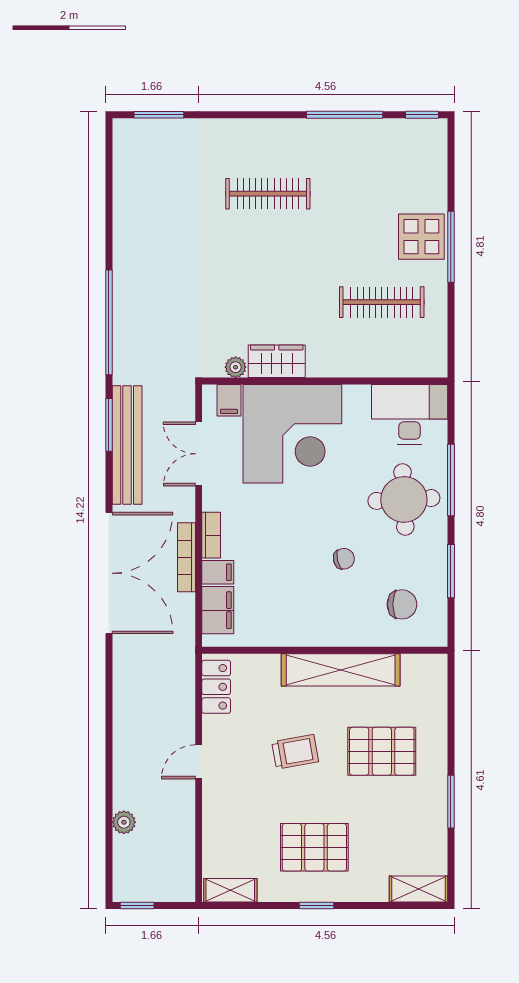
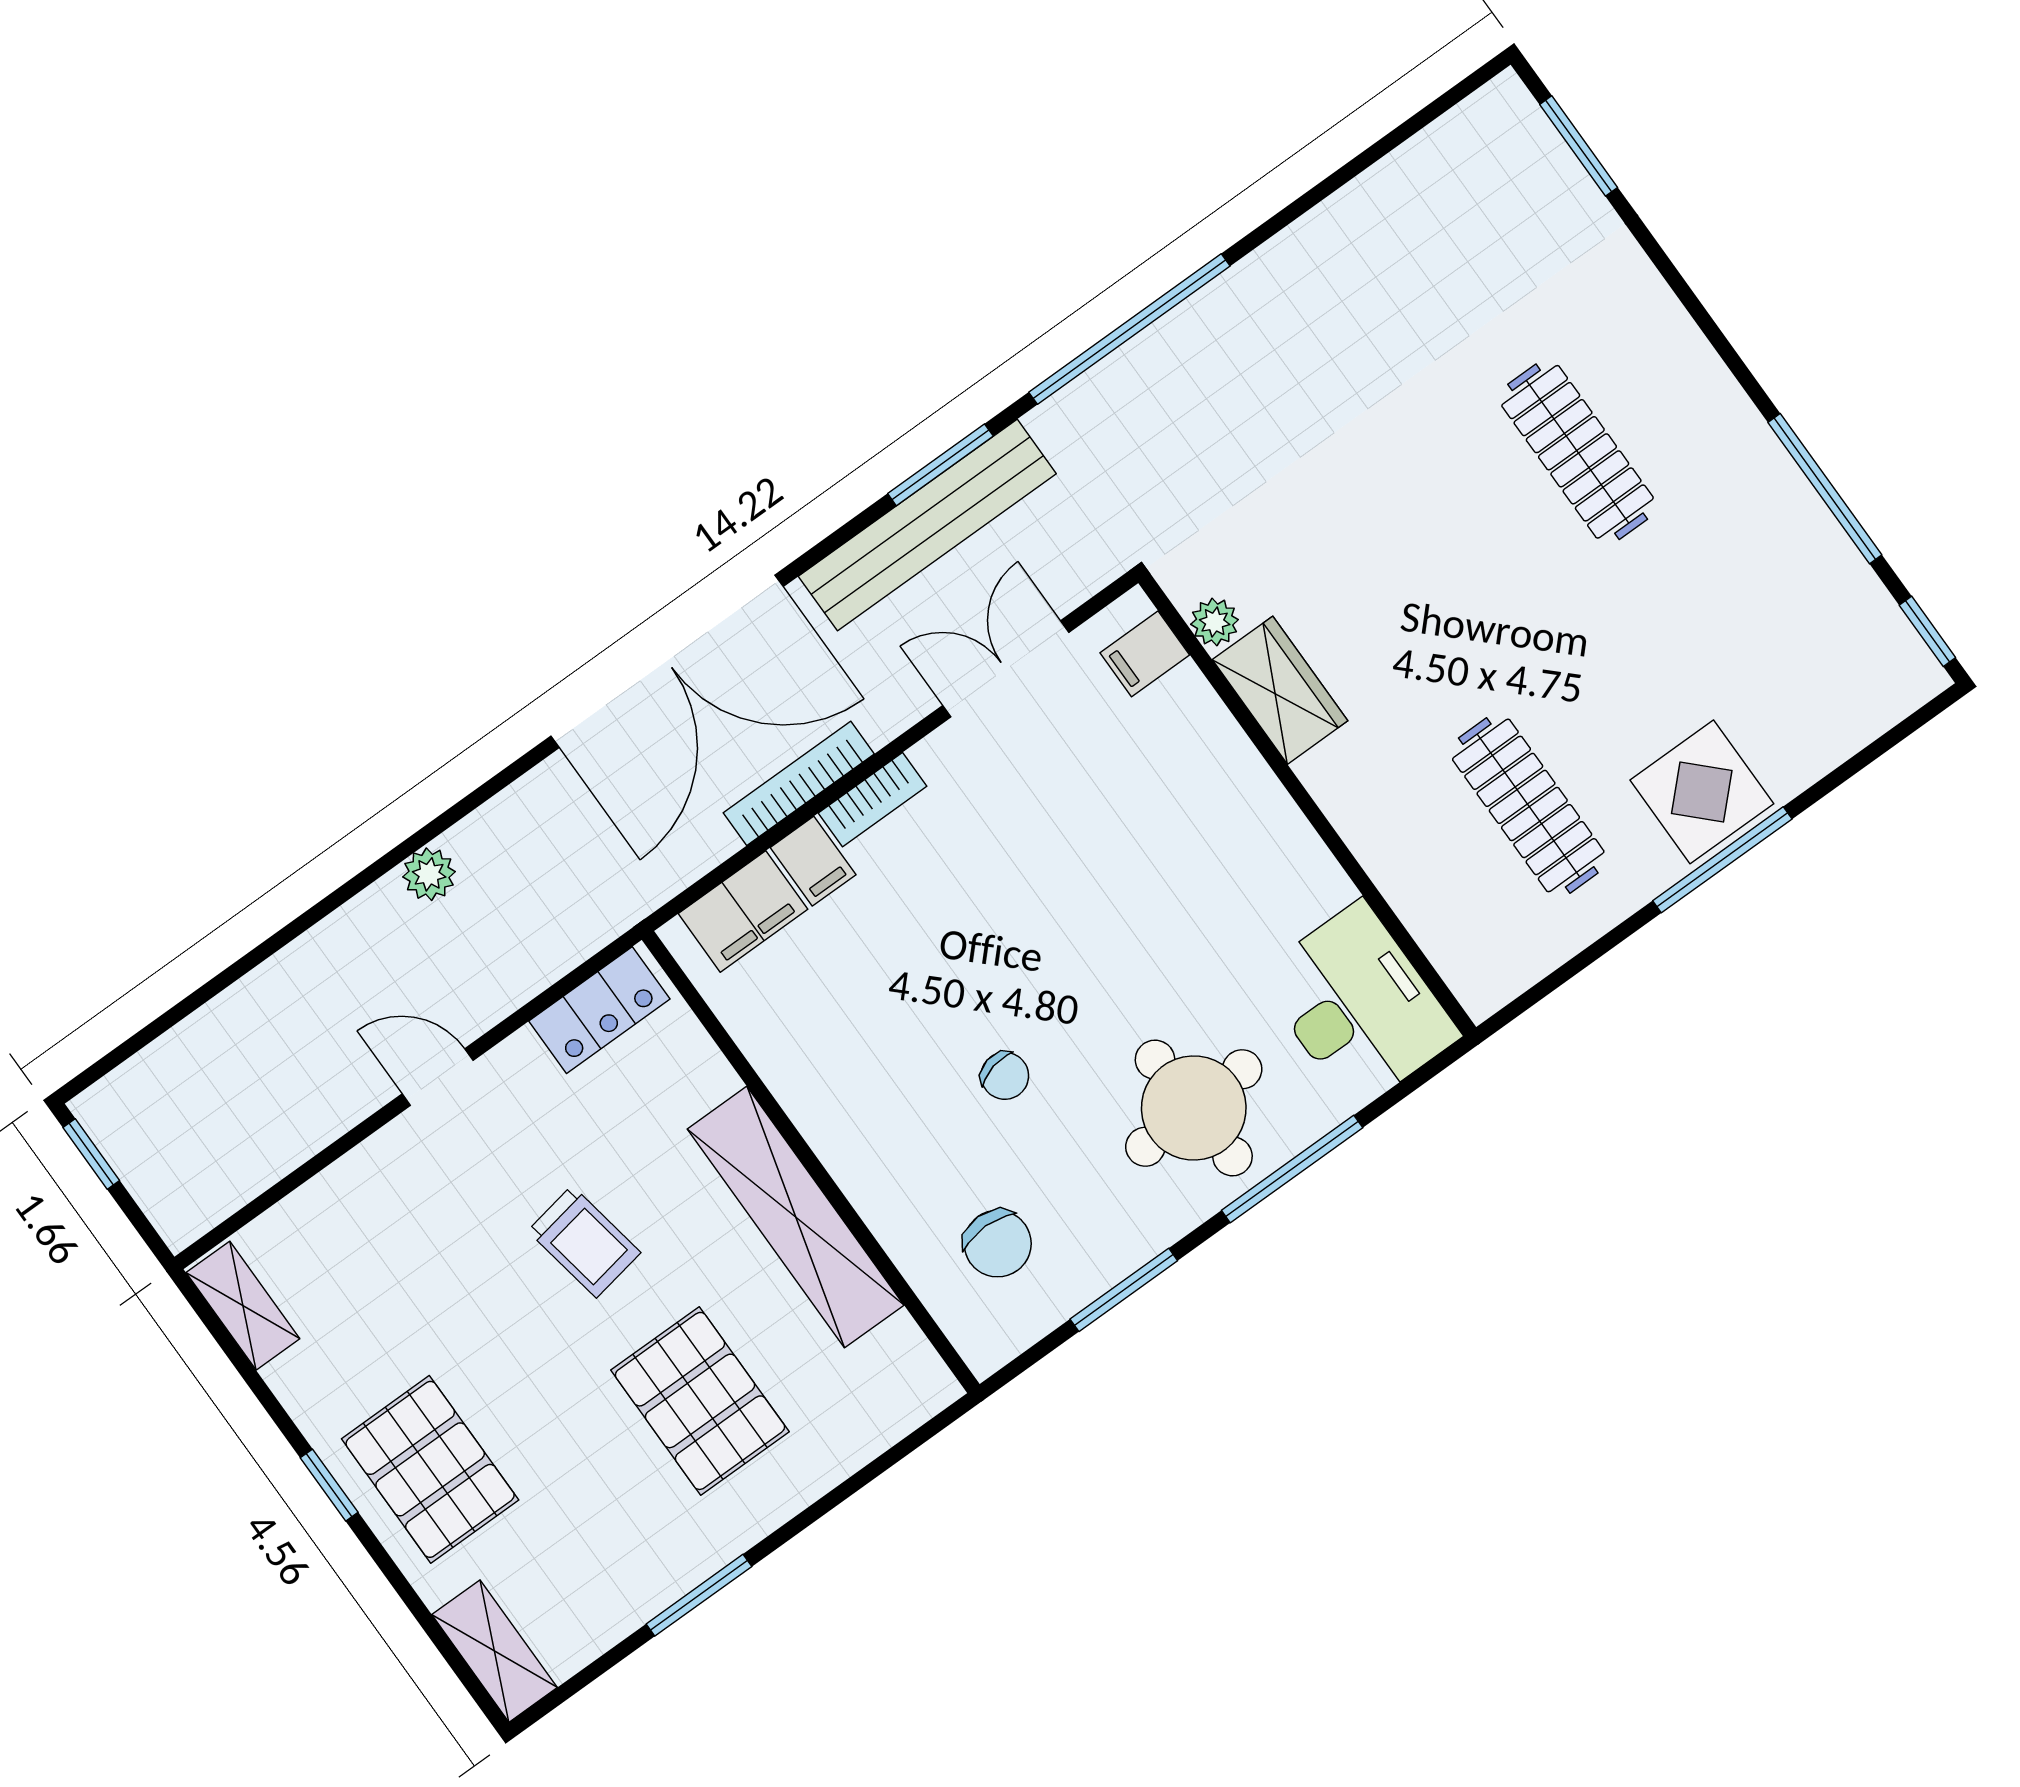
corner desk: (292, 434) -> (1167, 815), removed
plant: (124, 822) -> (429, 874), moved
pallet: (314, 847) -> (430, 1469), moved

